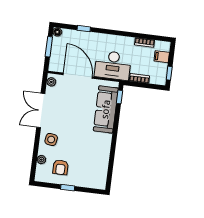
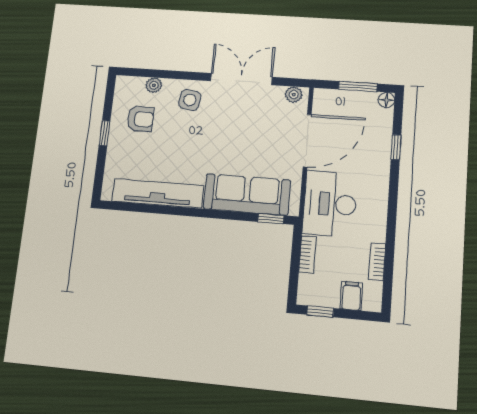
tv unit: (103, 158) -> (158, 193), added
armchair: (61, 167) -> (140, 119), turned 180

